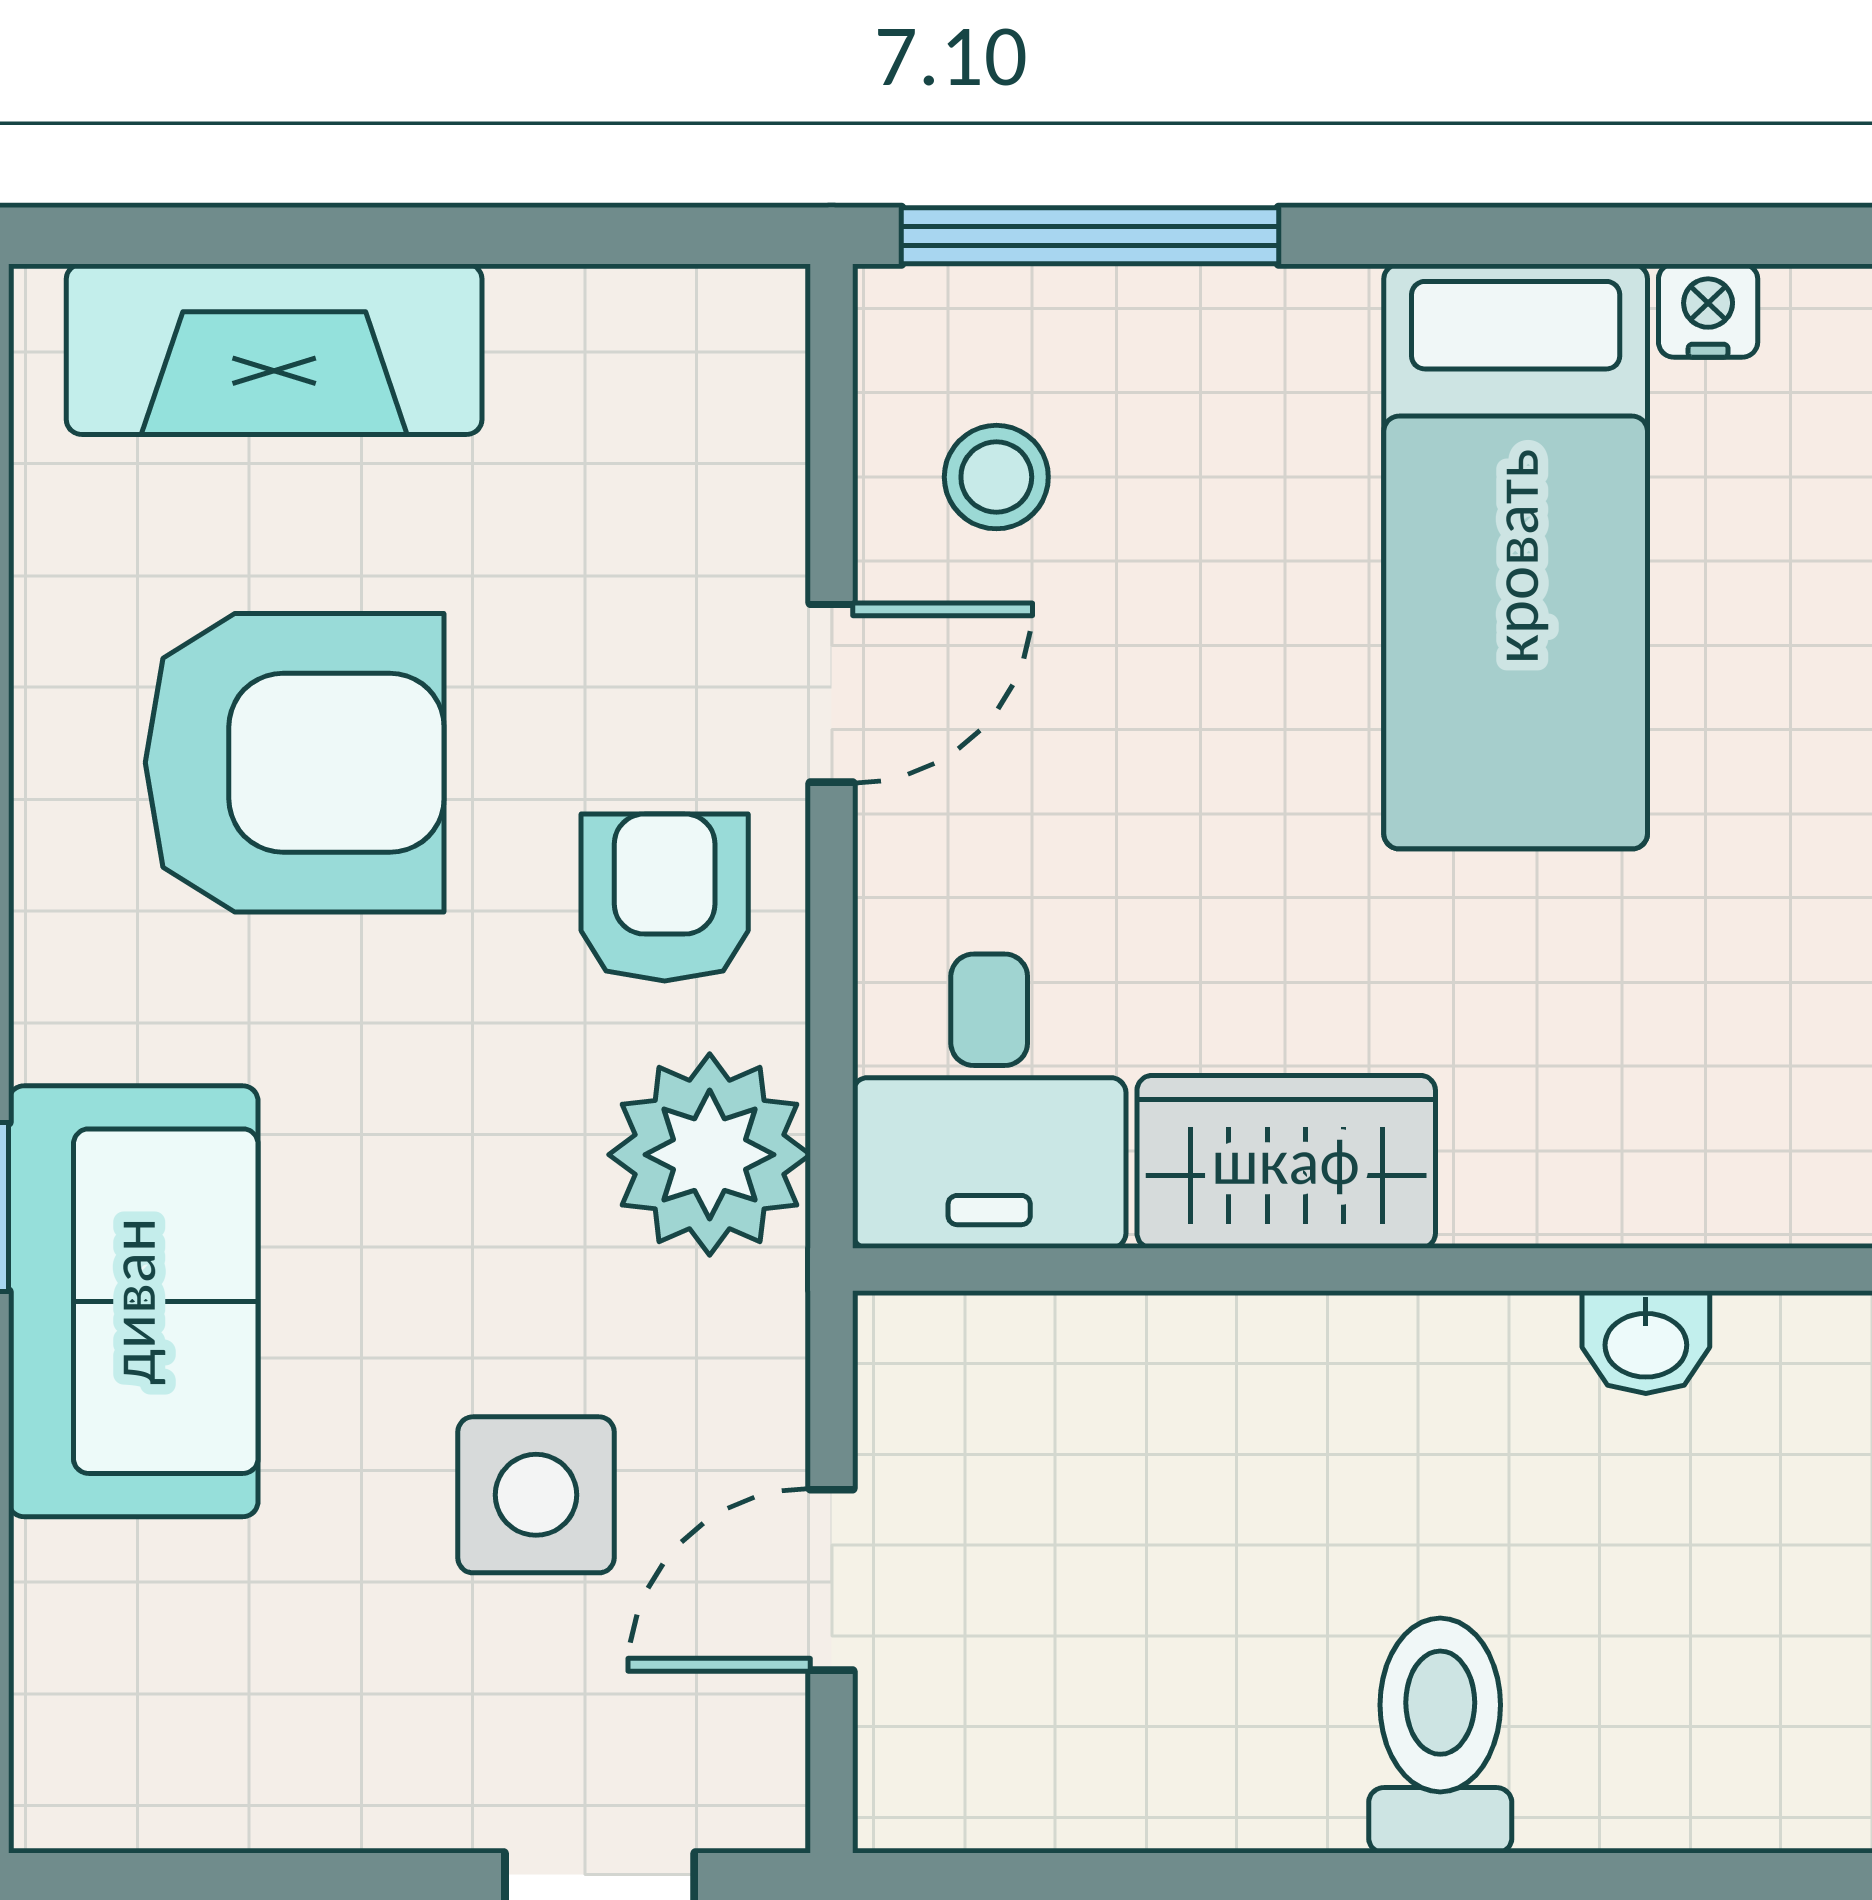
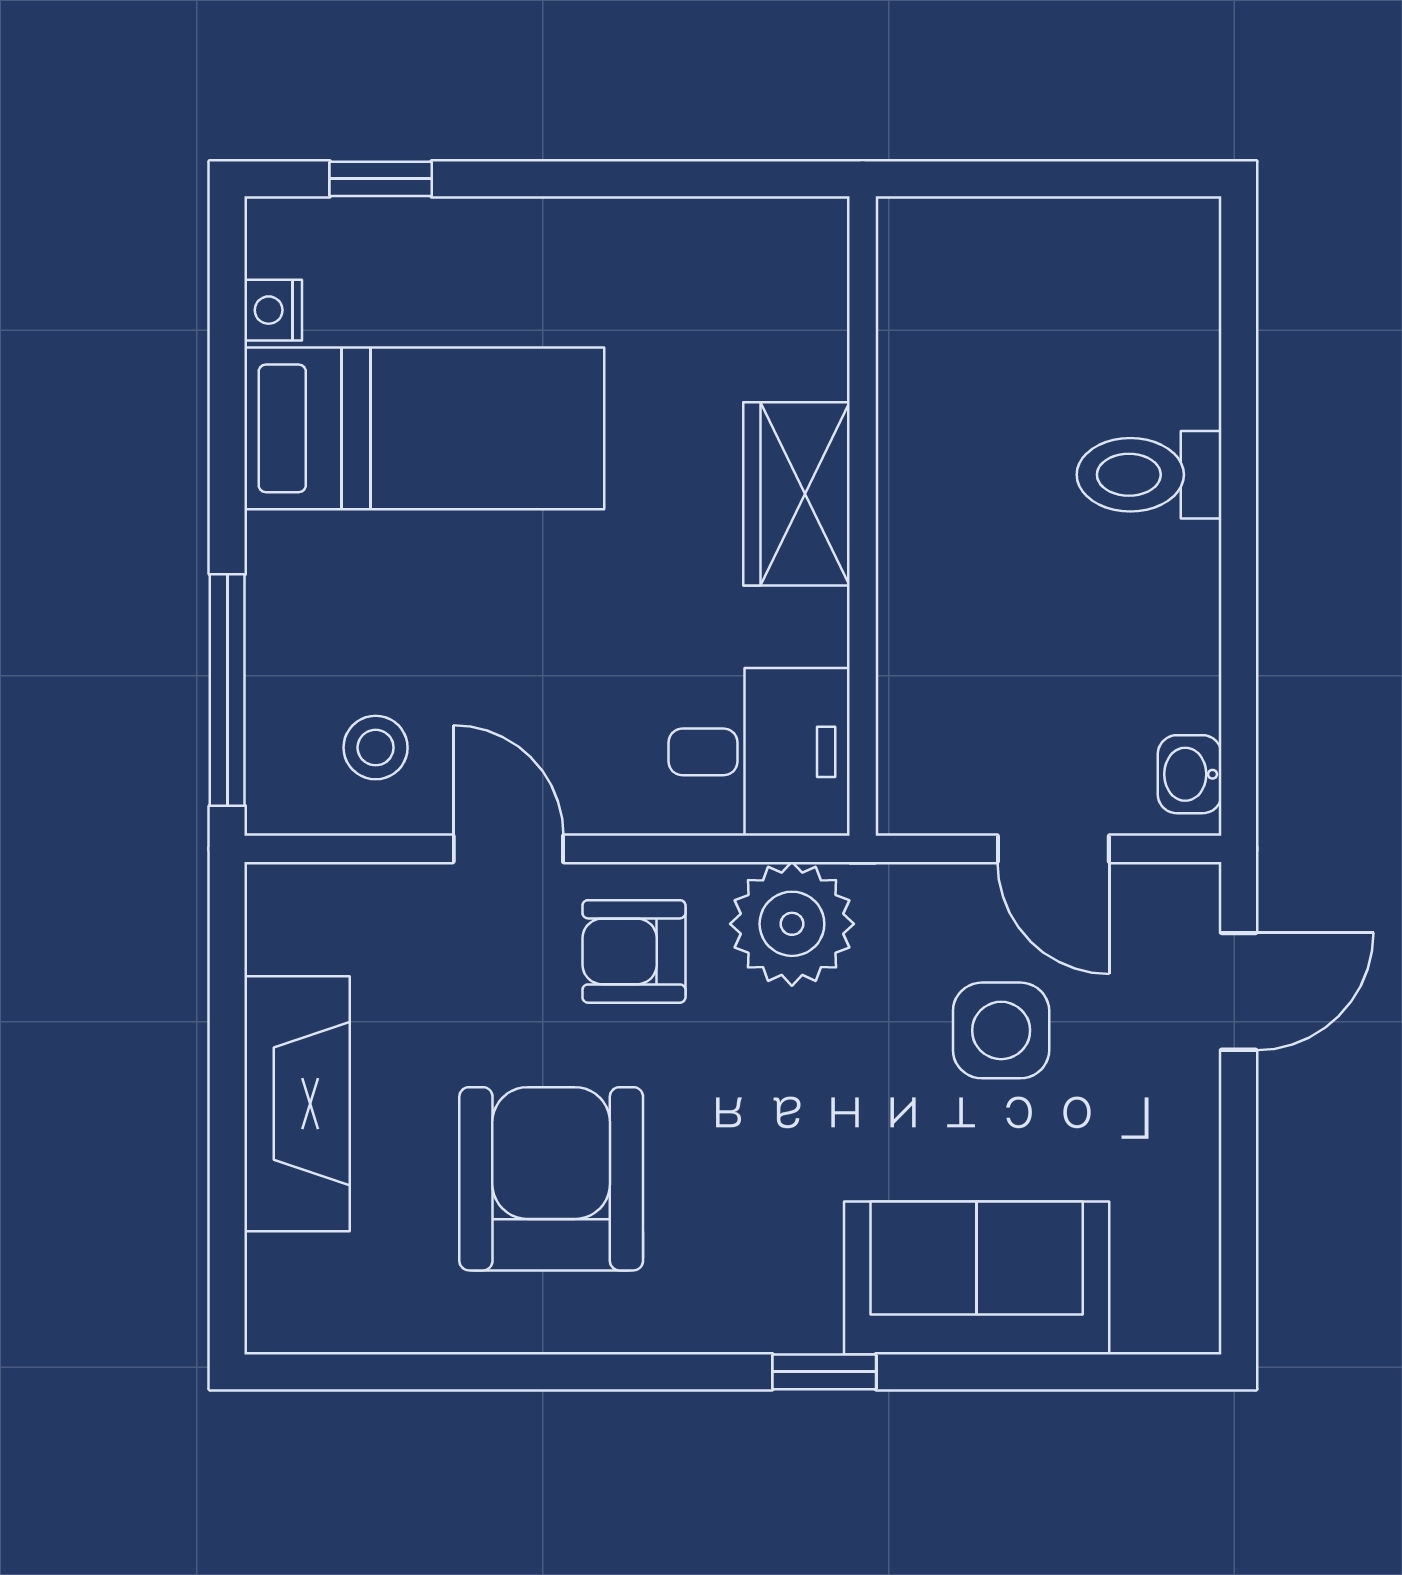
fireplace: (274, 349) -> (297, 1104), moved
wardrobe: (1286, 1162) -> (796, 494), moved
sofa: (133, 1301) -> (977, 1278), moved
washbasin: (1646, 1342) -> (1190, 774), moved, turned 180

